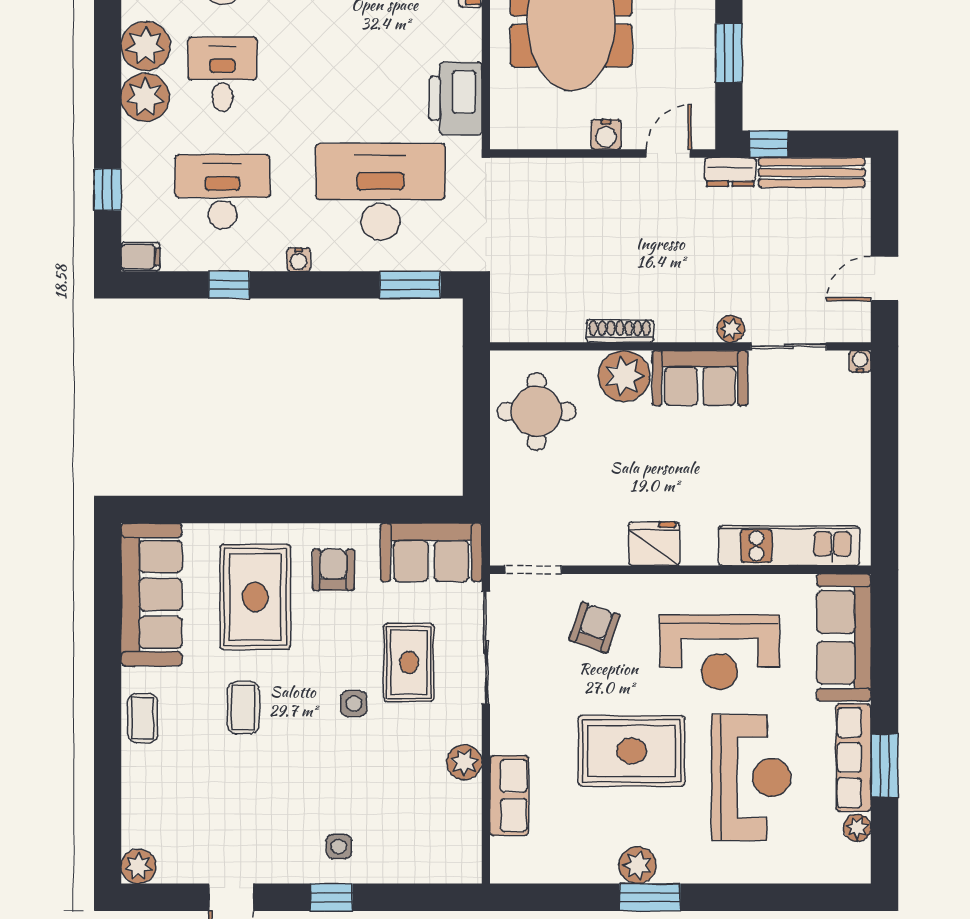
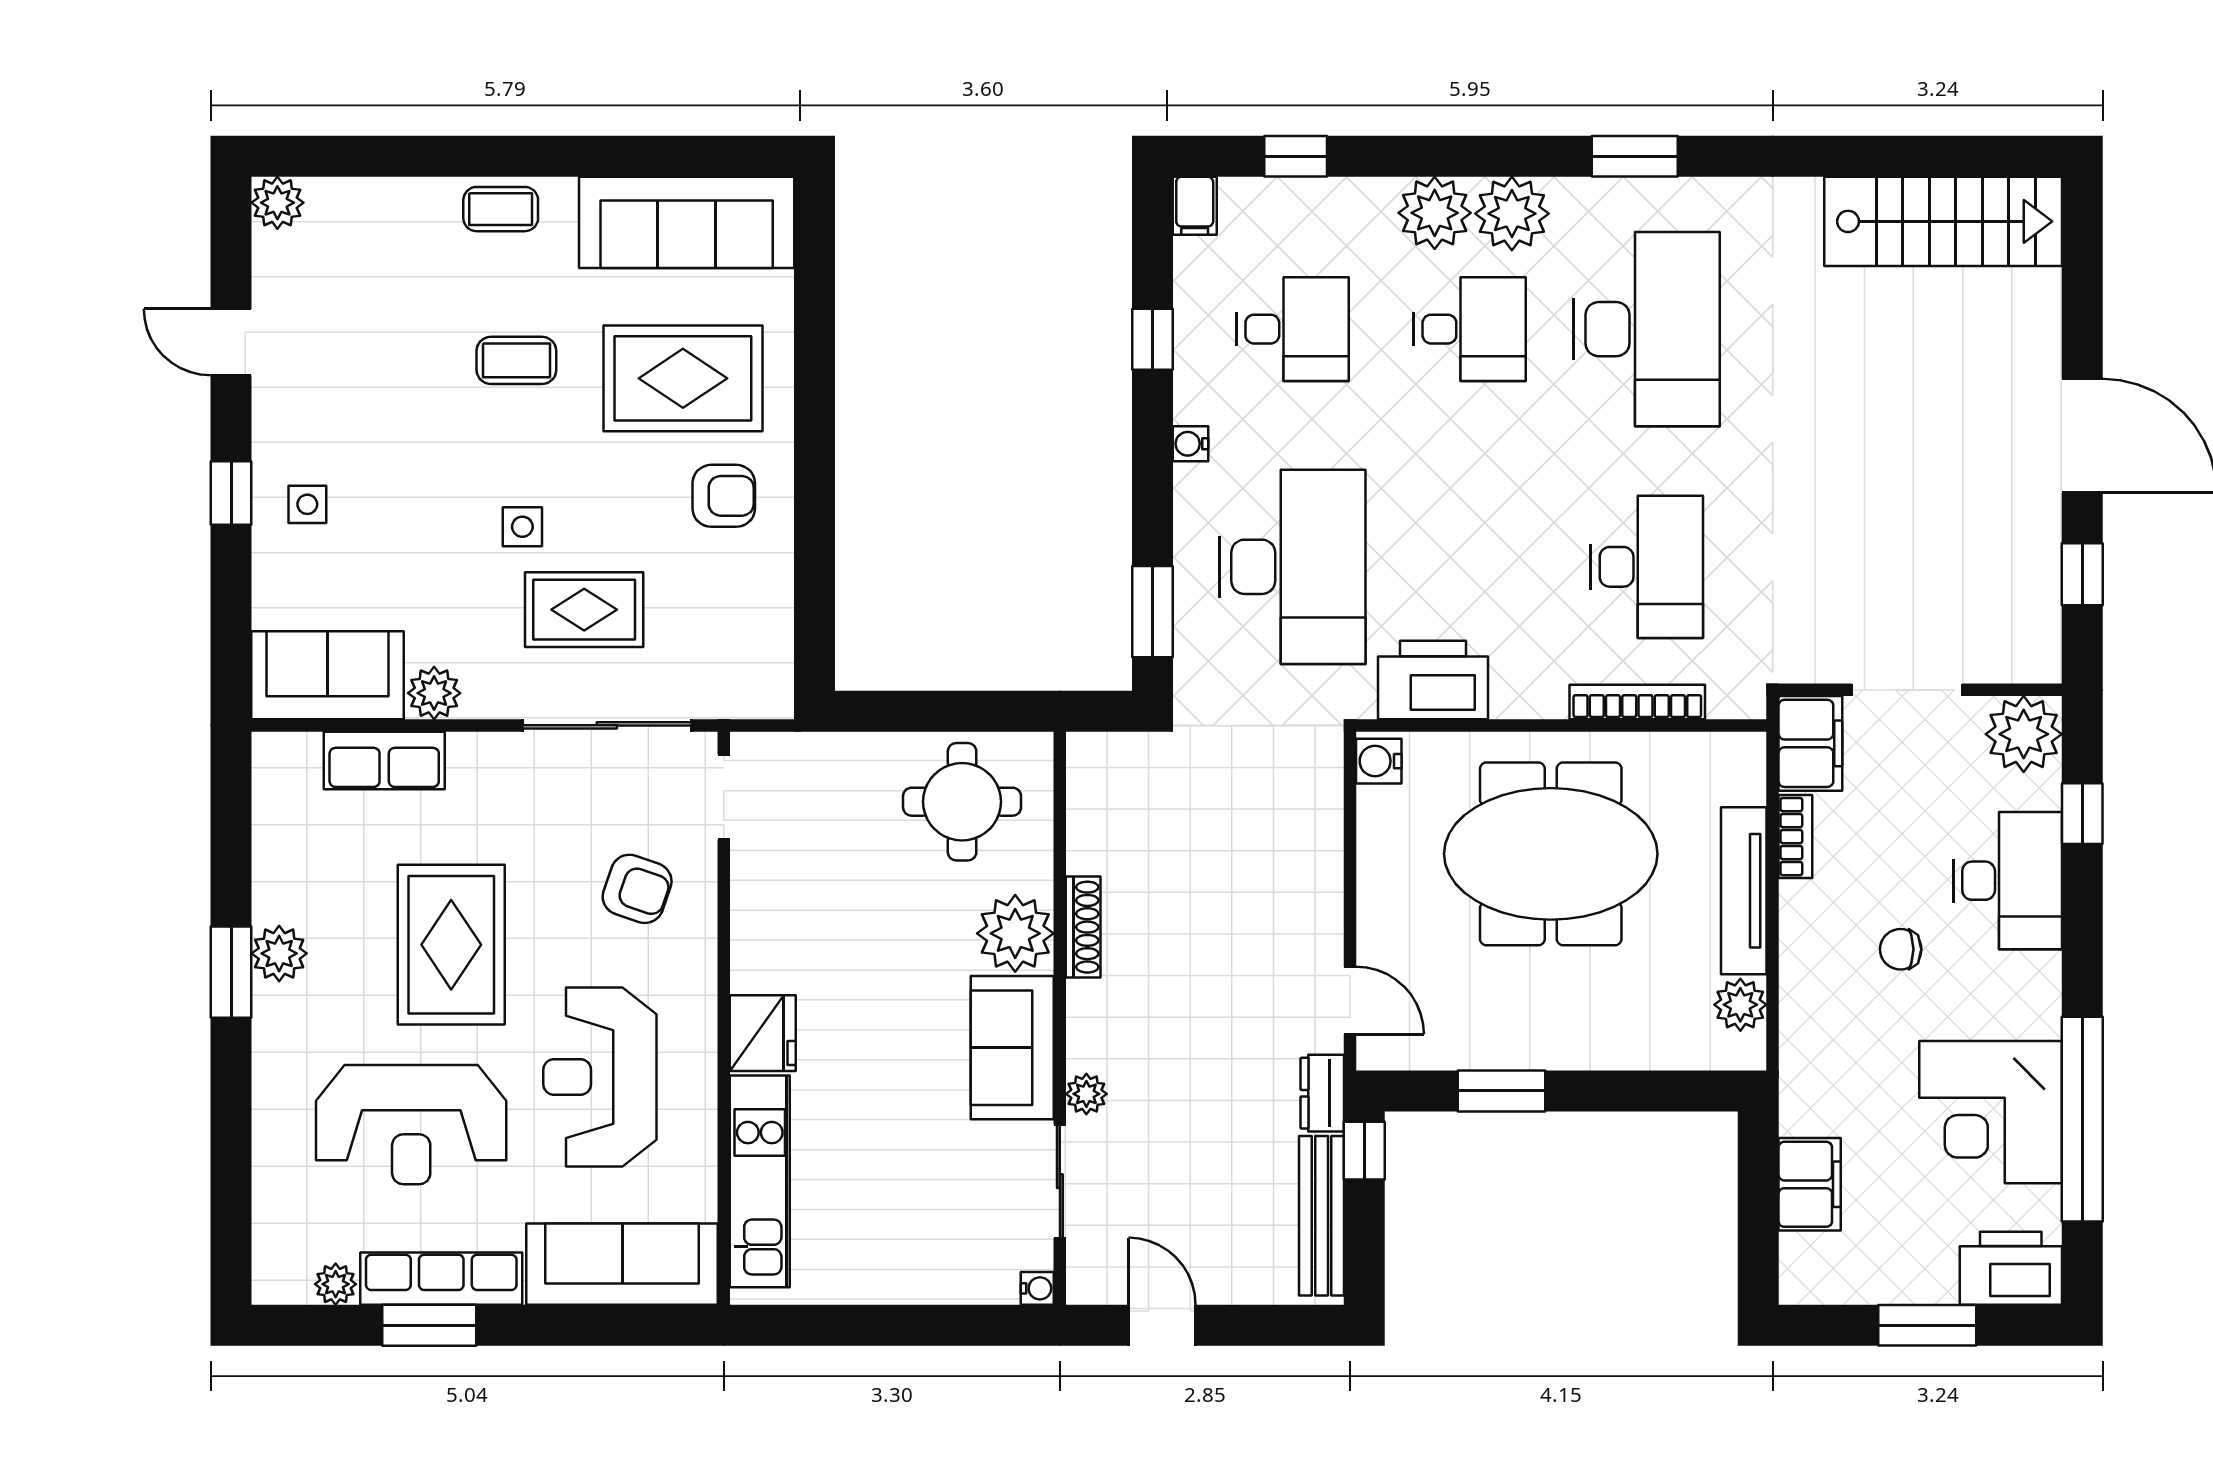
water cooler: (606, 134) -> (1379, 761), moved
desk: (222, 192) -> (1293, 329), width x0.73
fridge: (654, 544) -> (763, 1033), moved
sofa: (431, 552) -> (328, 675), moved, turned 90

